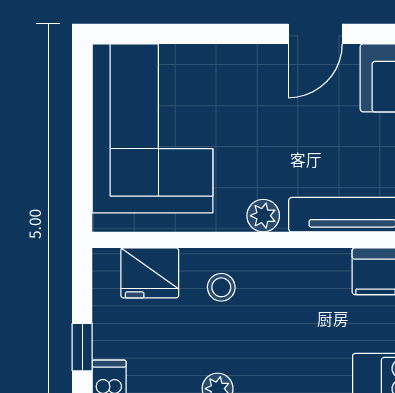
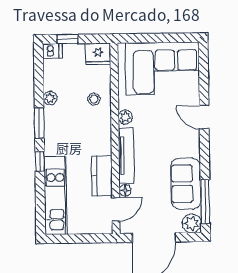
door: (315, 34) -> (204, 117), moved
fridge: (150, 273) -> (98, 54), moved, turned -90

